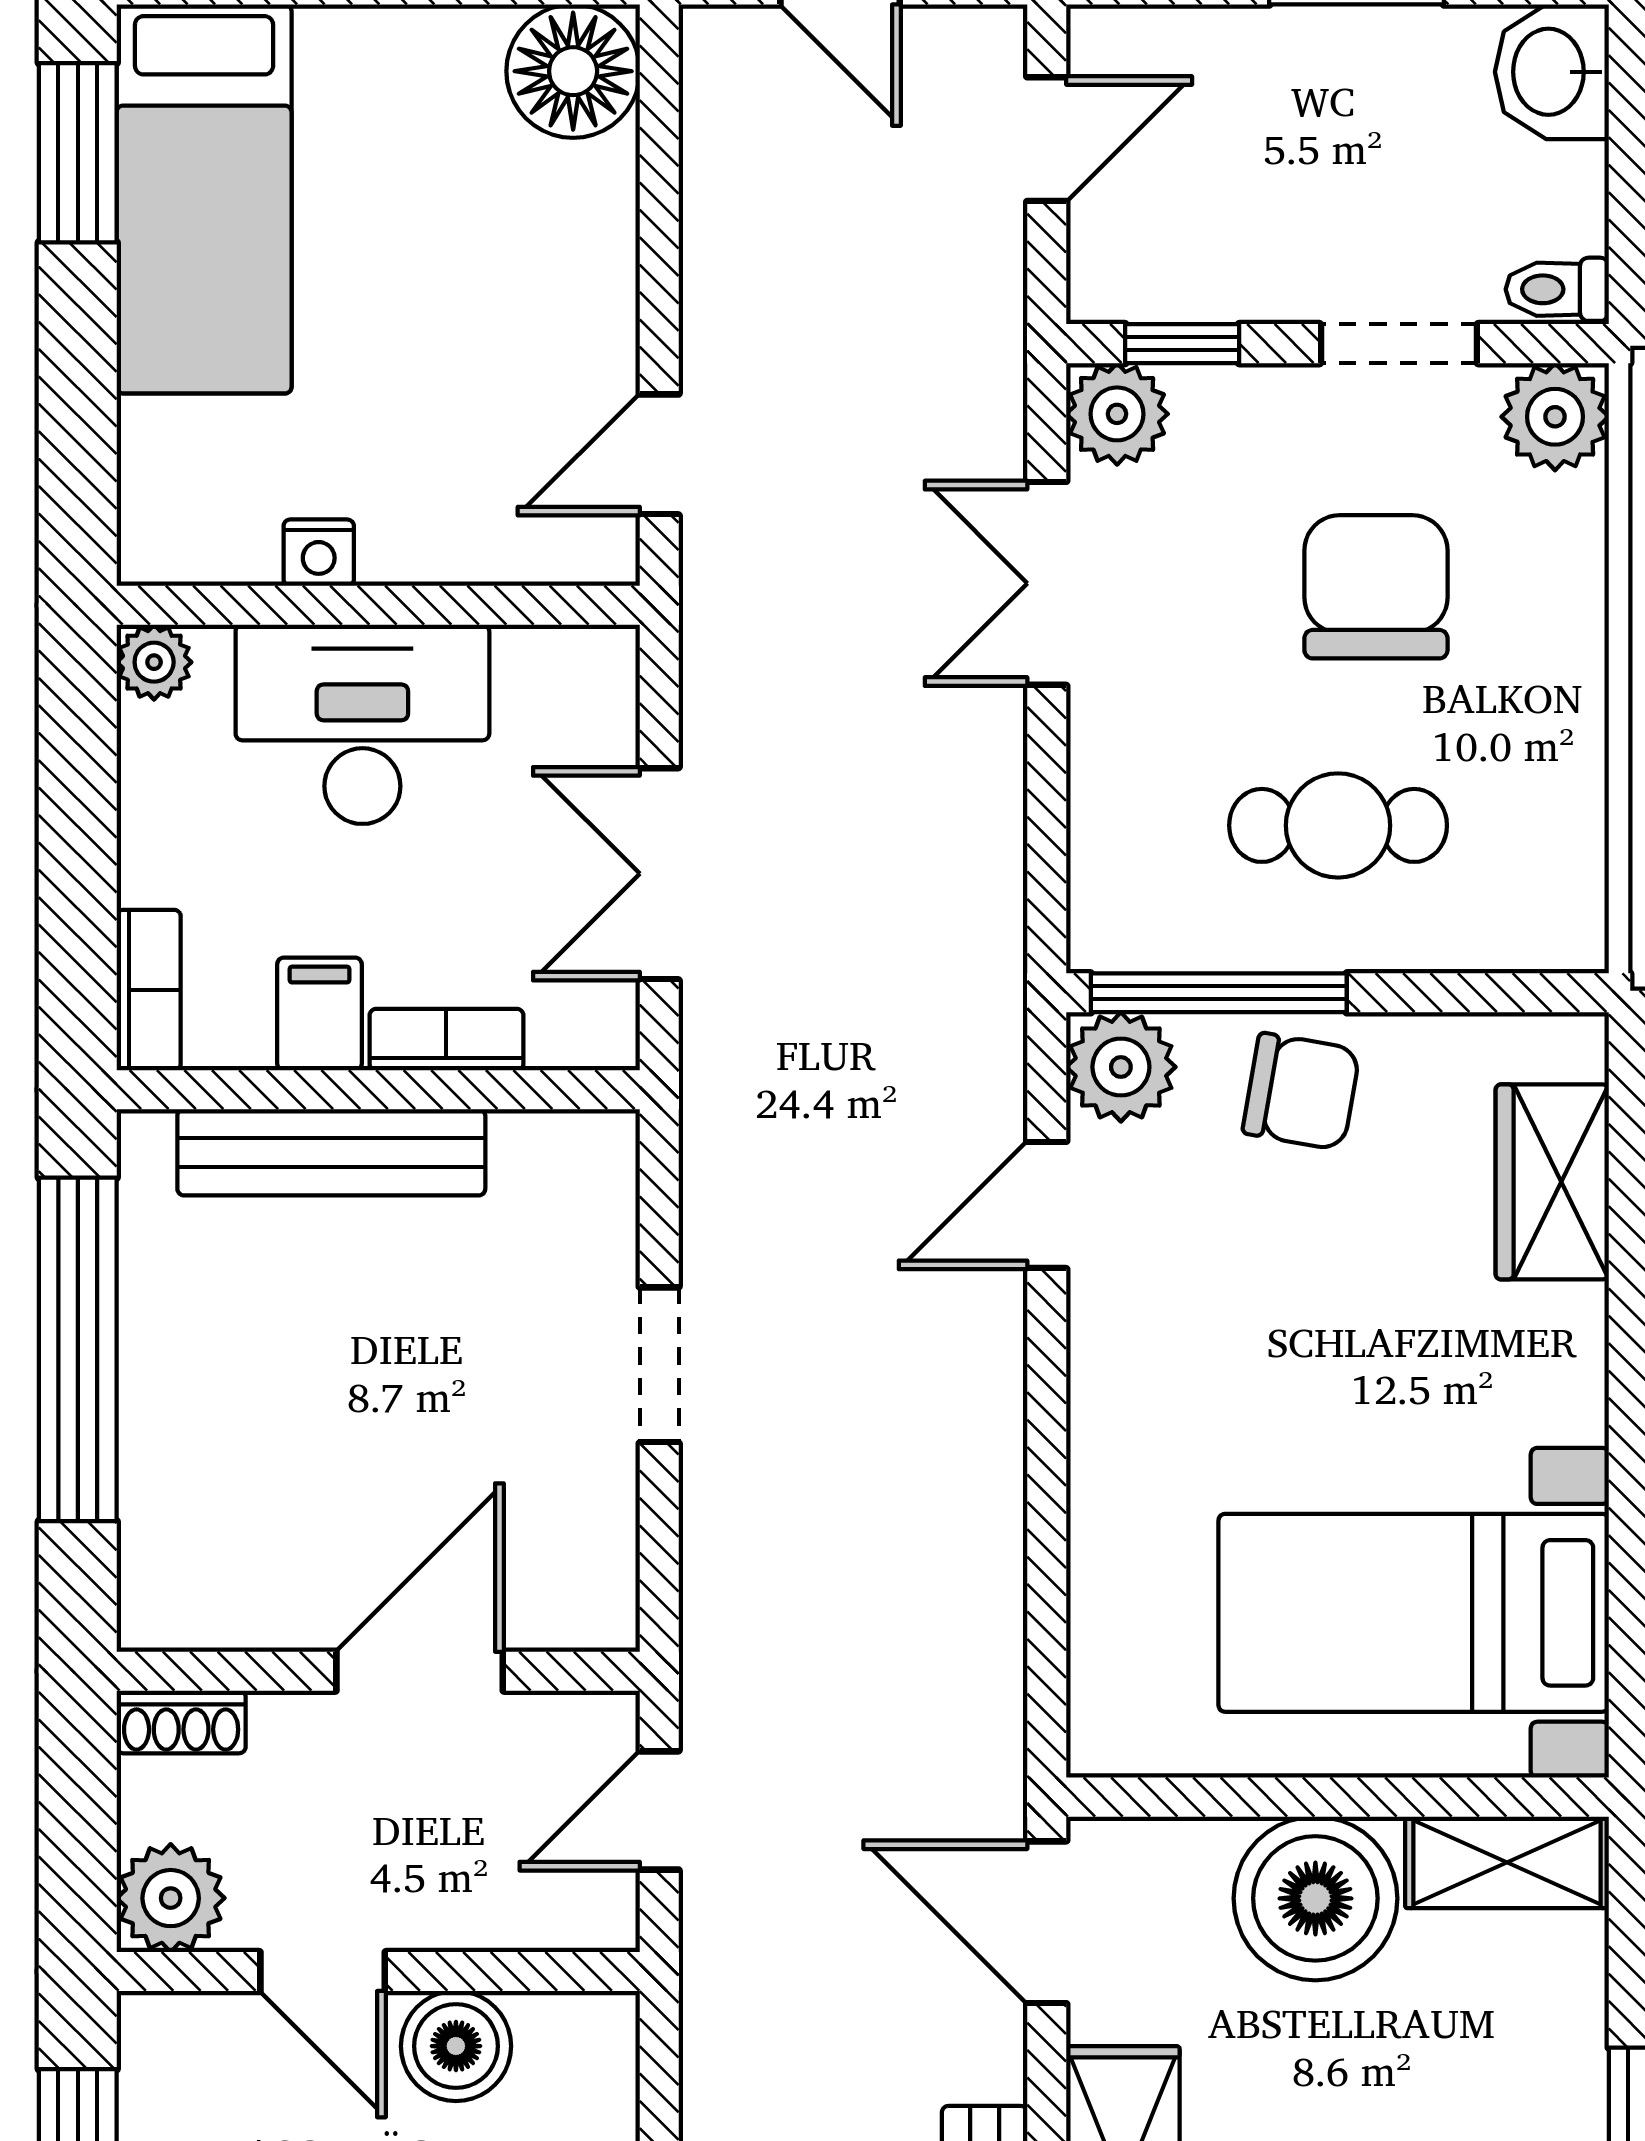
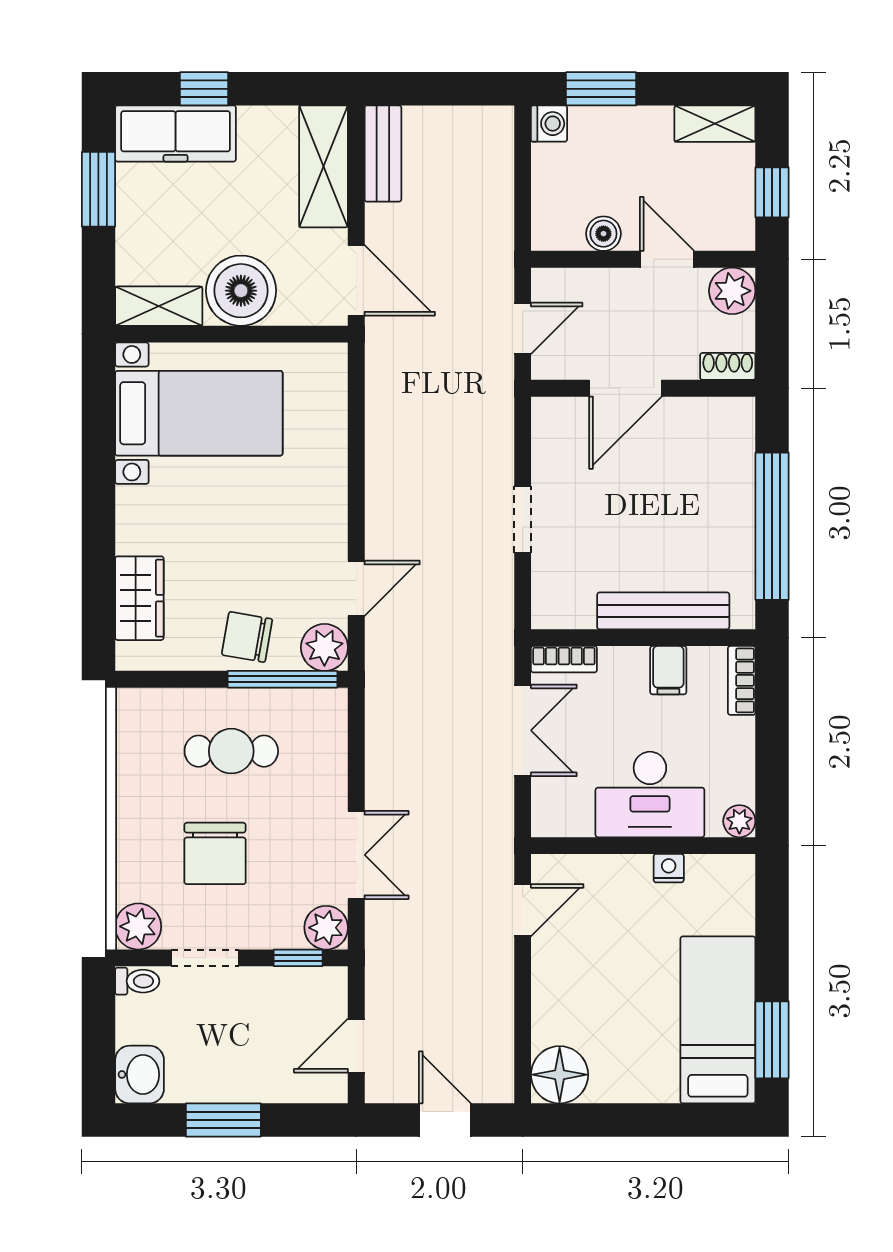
bookcase: (446, 1040) -> (564, 659), moved
boiler: (456, 2046) -> (603, 234), width x0.73, depth x0.73

